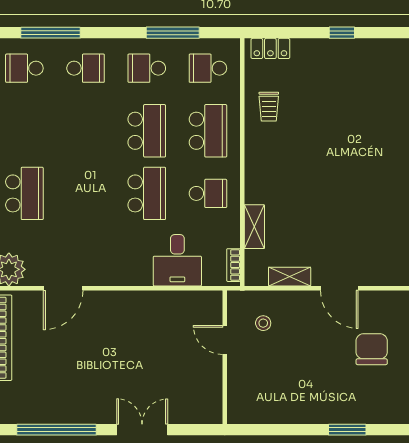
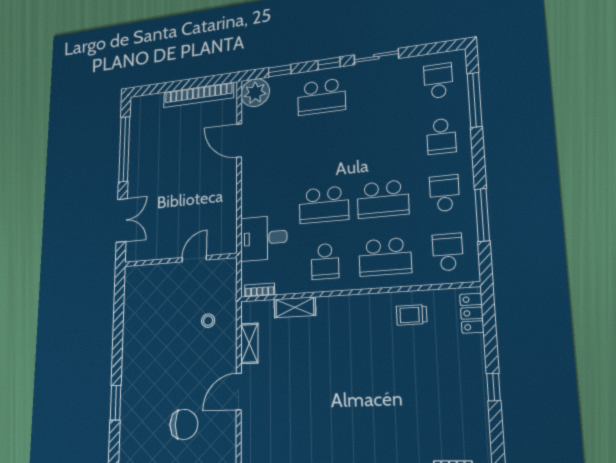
door: (225, 340) -> (194, 259), moved
wall: (225, 357) -> (180, 260), moved

